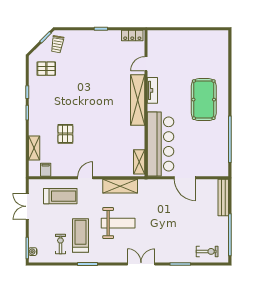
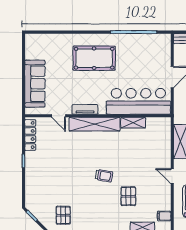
locker: (132, 36) -> (30, 135), width x1.53
sofa: (178, 40) -> (35, 84), added
trolley: (57, 44) -> (104, 176), moved
pallet: (65, 134) -> (128, 196), turned 90
shelving: (139, 162) -> (133, 123), moved

